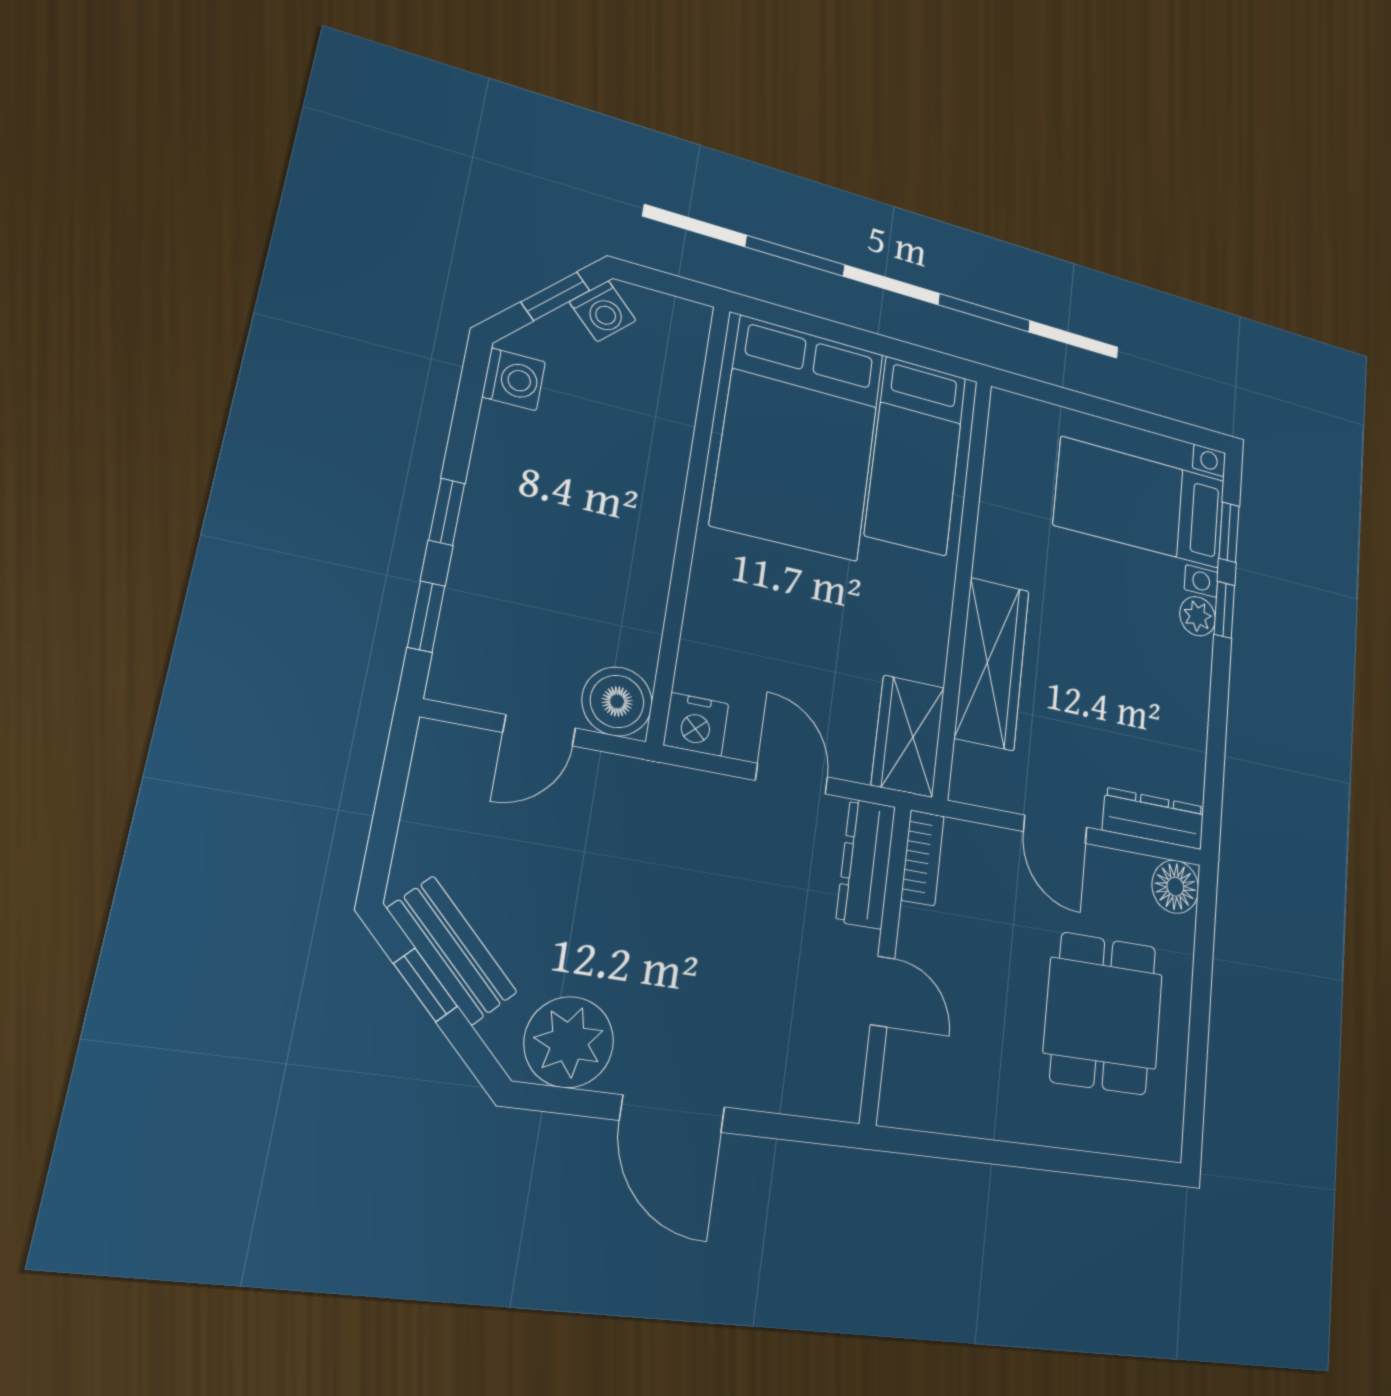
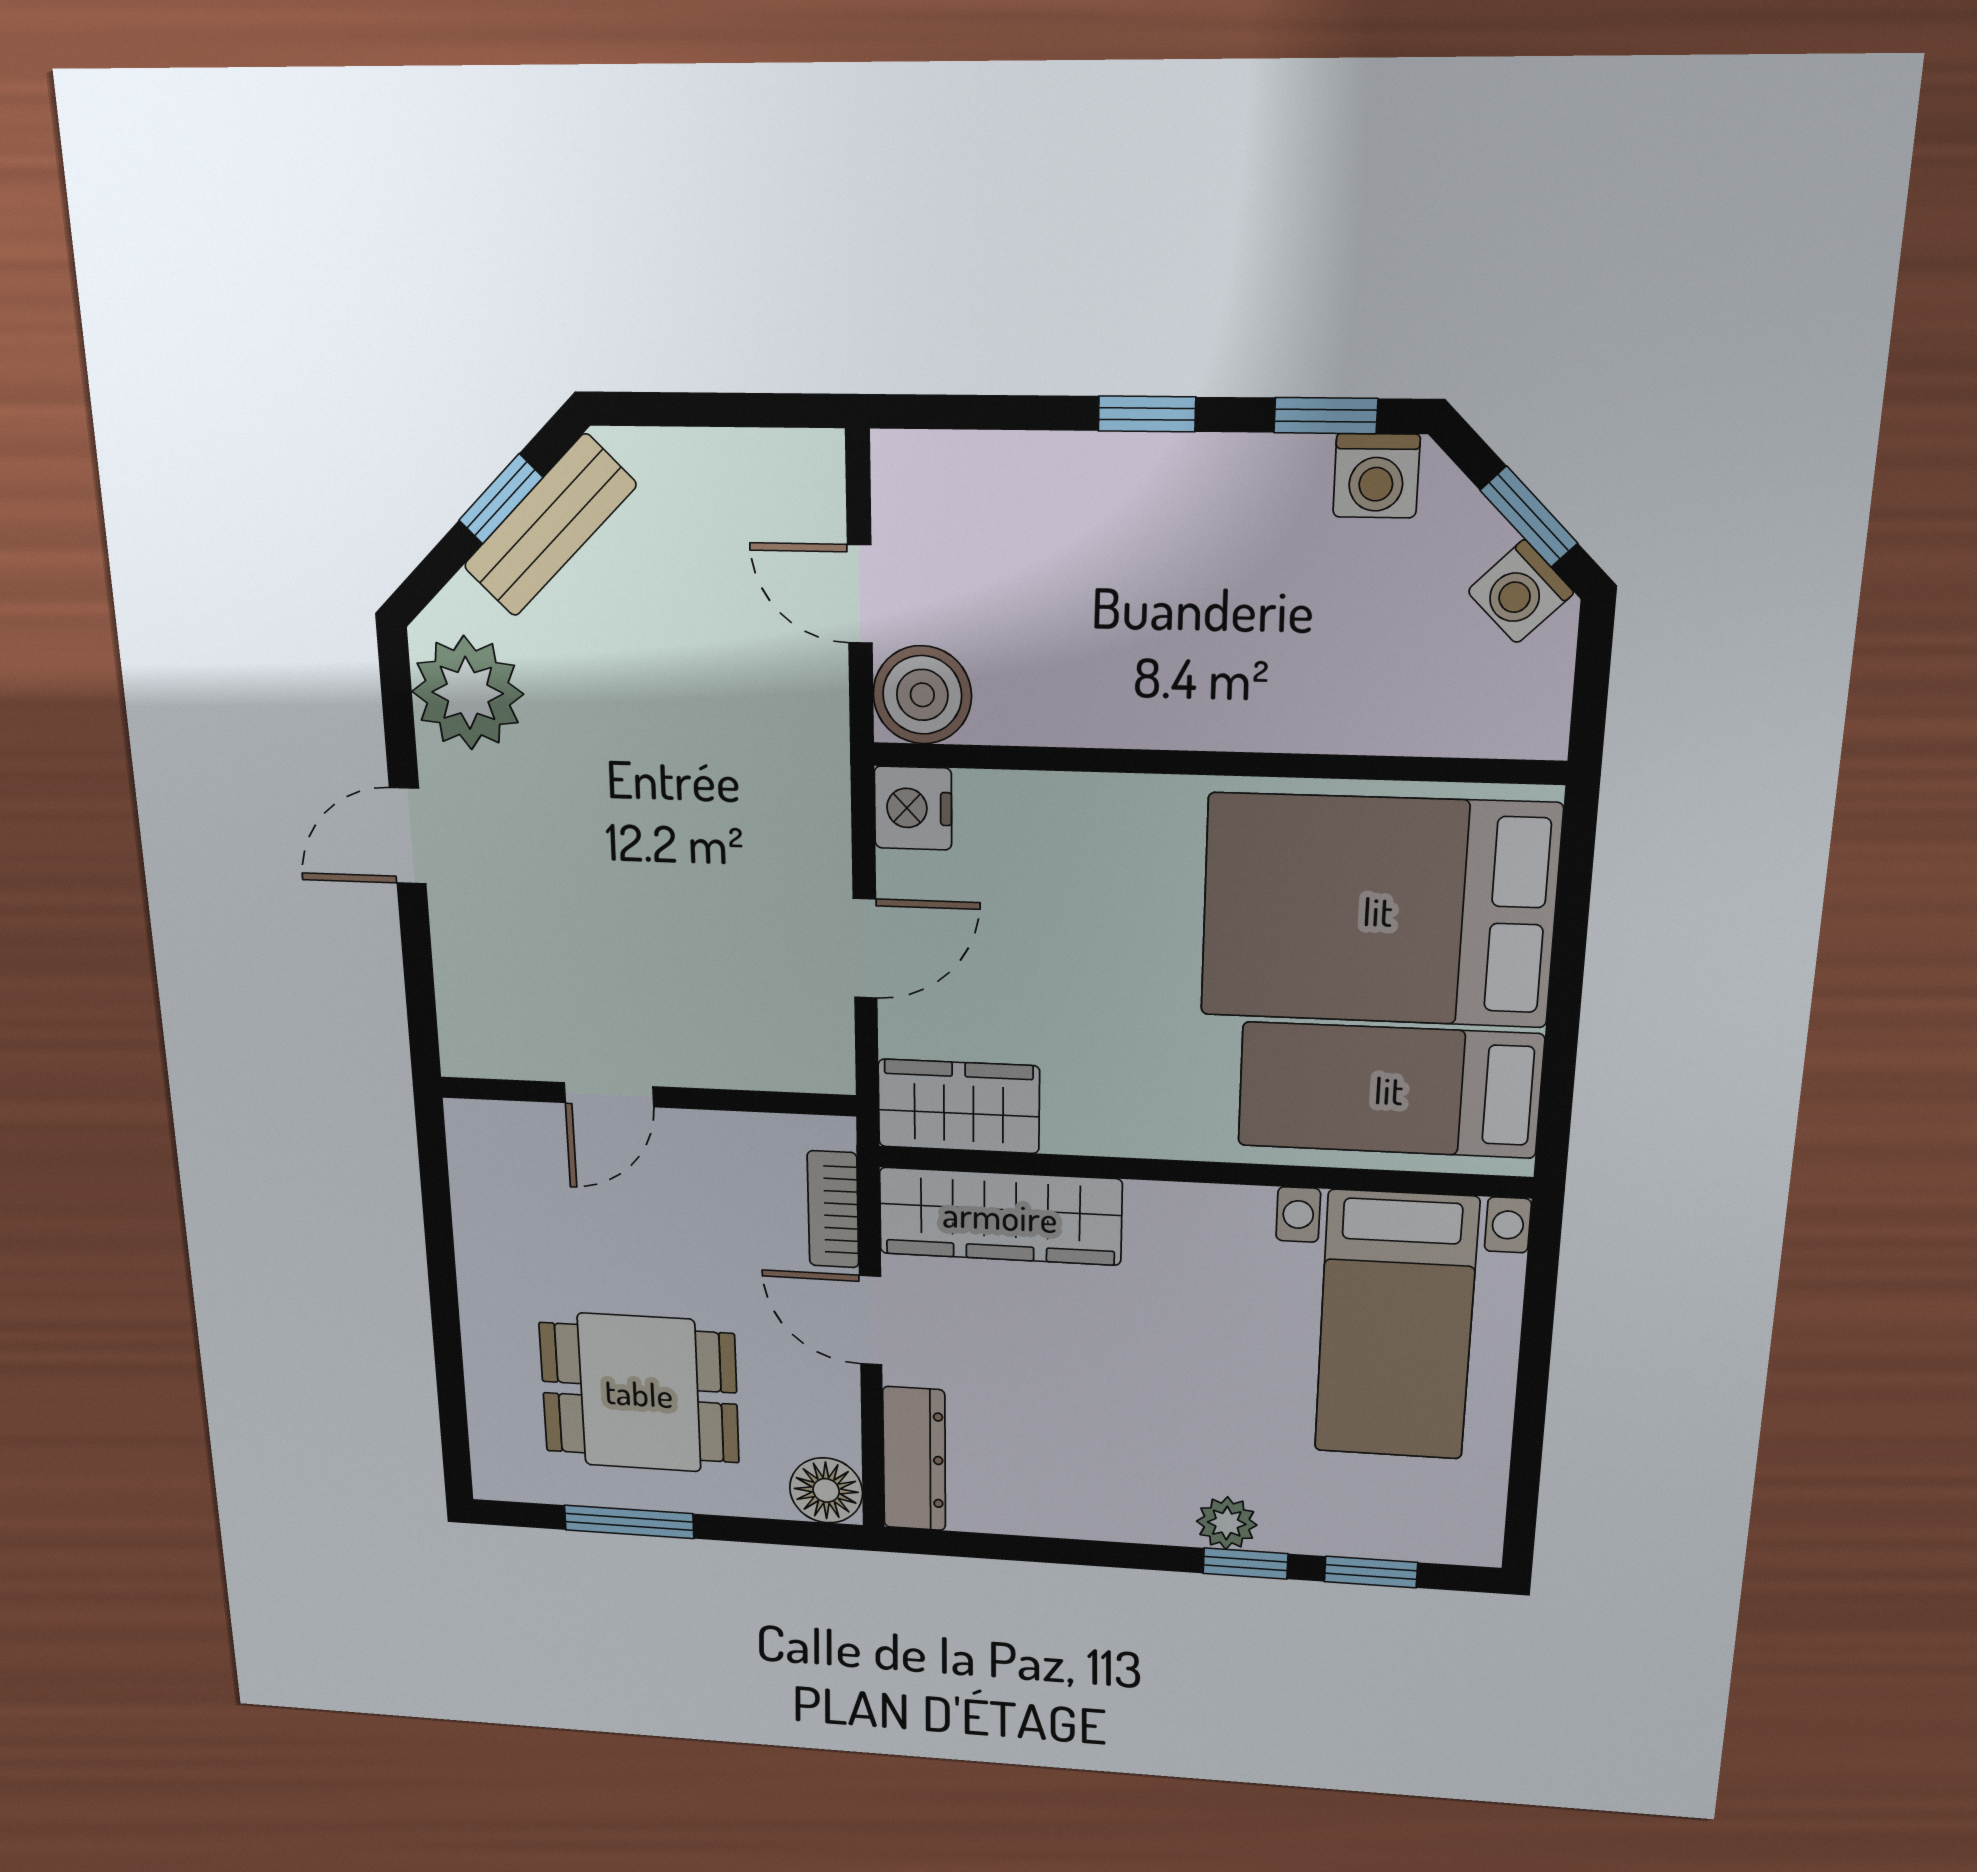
bed with nightstands: (1140, 503) -> (1396, 1326), moved, turned 180
window: (426, 616) -> (1326, 416), moved
wardrobe: (992, 664) -> (1000, 1216), moved
door: (1055, 829) -> (871, 1320), hinge flipped
bookcase: (922, 858) -> (833, 1209), moved, turned 90
dresser: (866, 864) -> (771, 1060), removed
window: (1198, 1041) -> (629, 1522), added
door: (672, 1114) -> (408, 836), width x0.73

